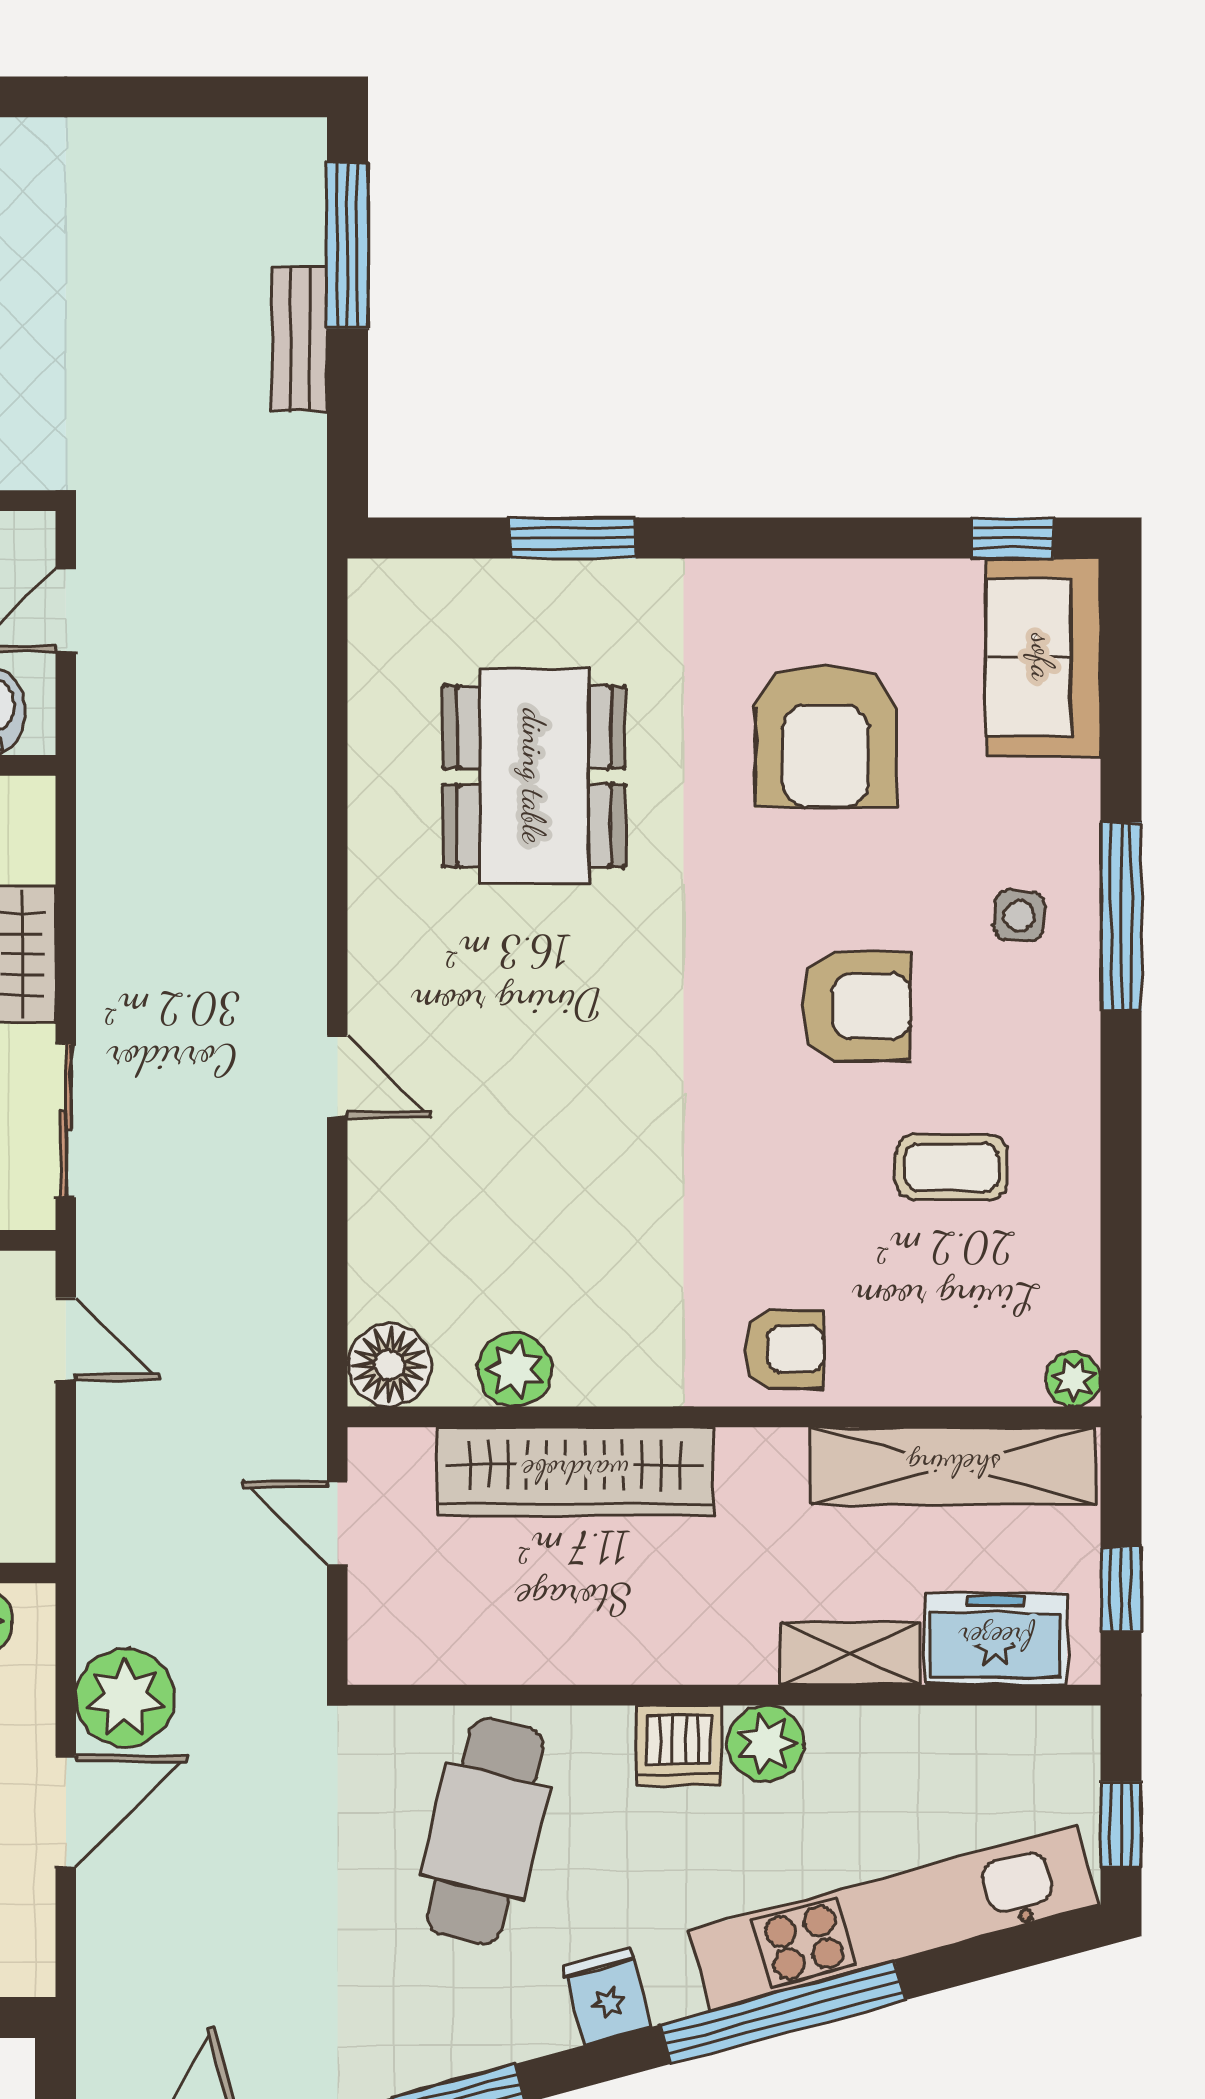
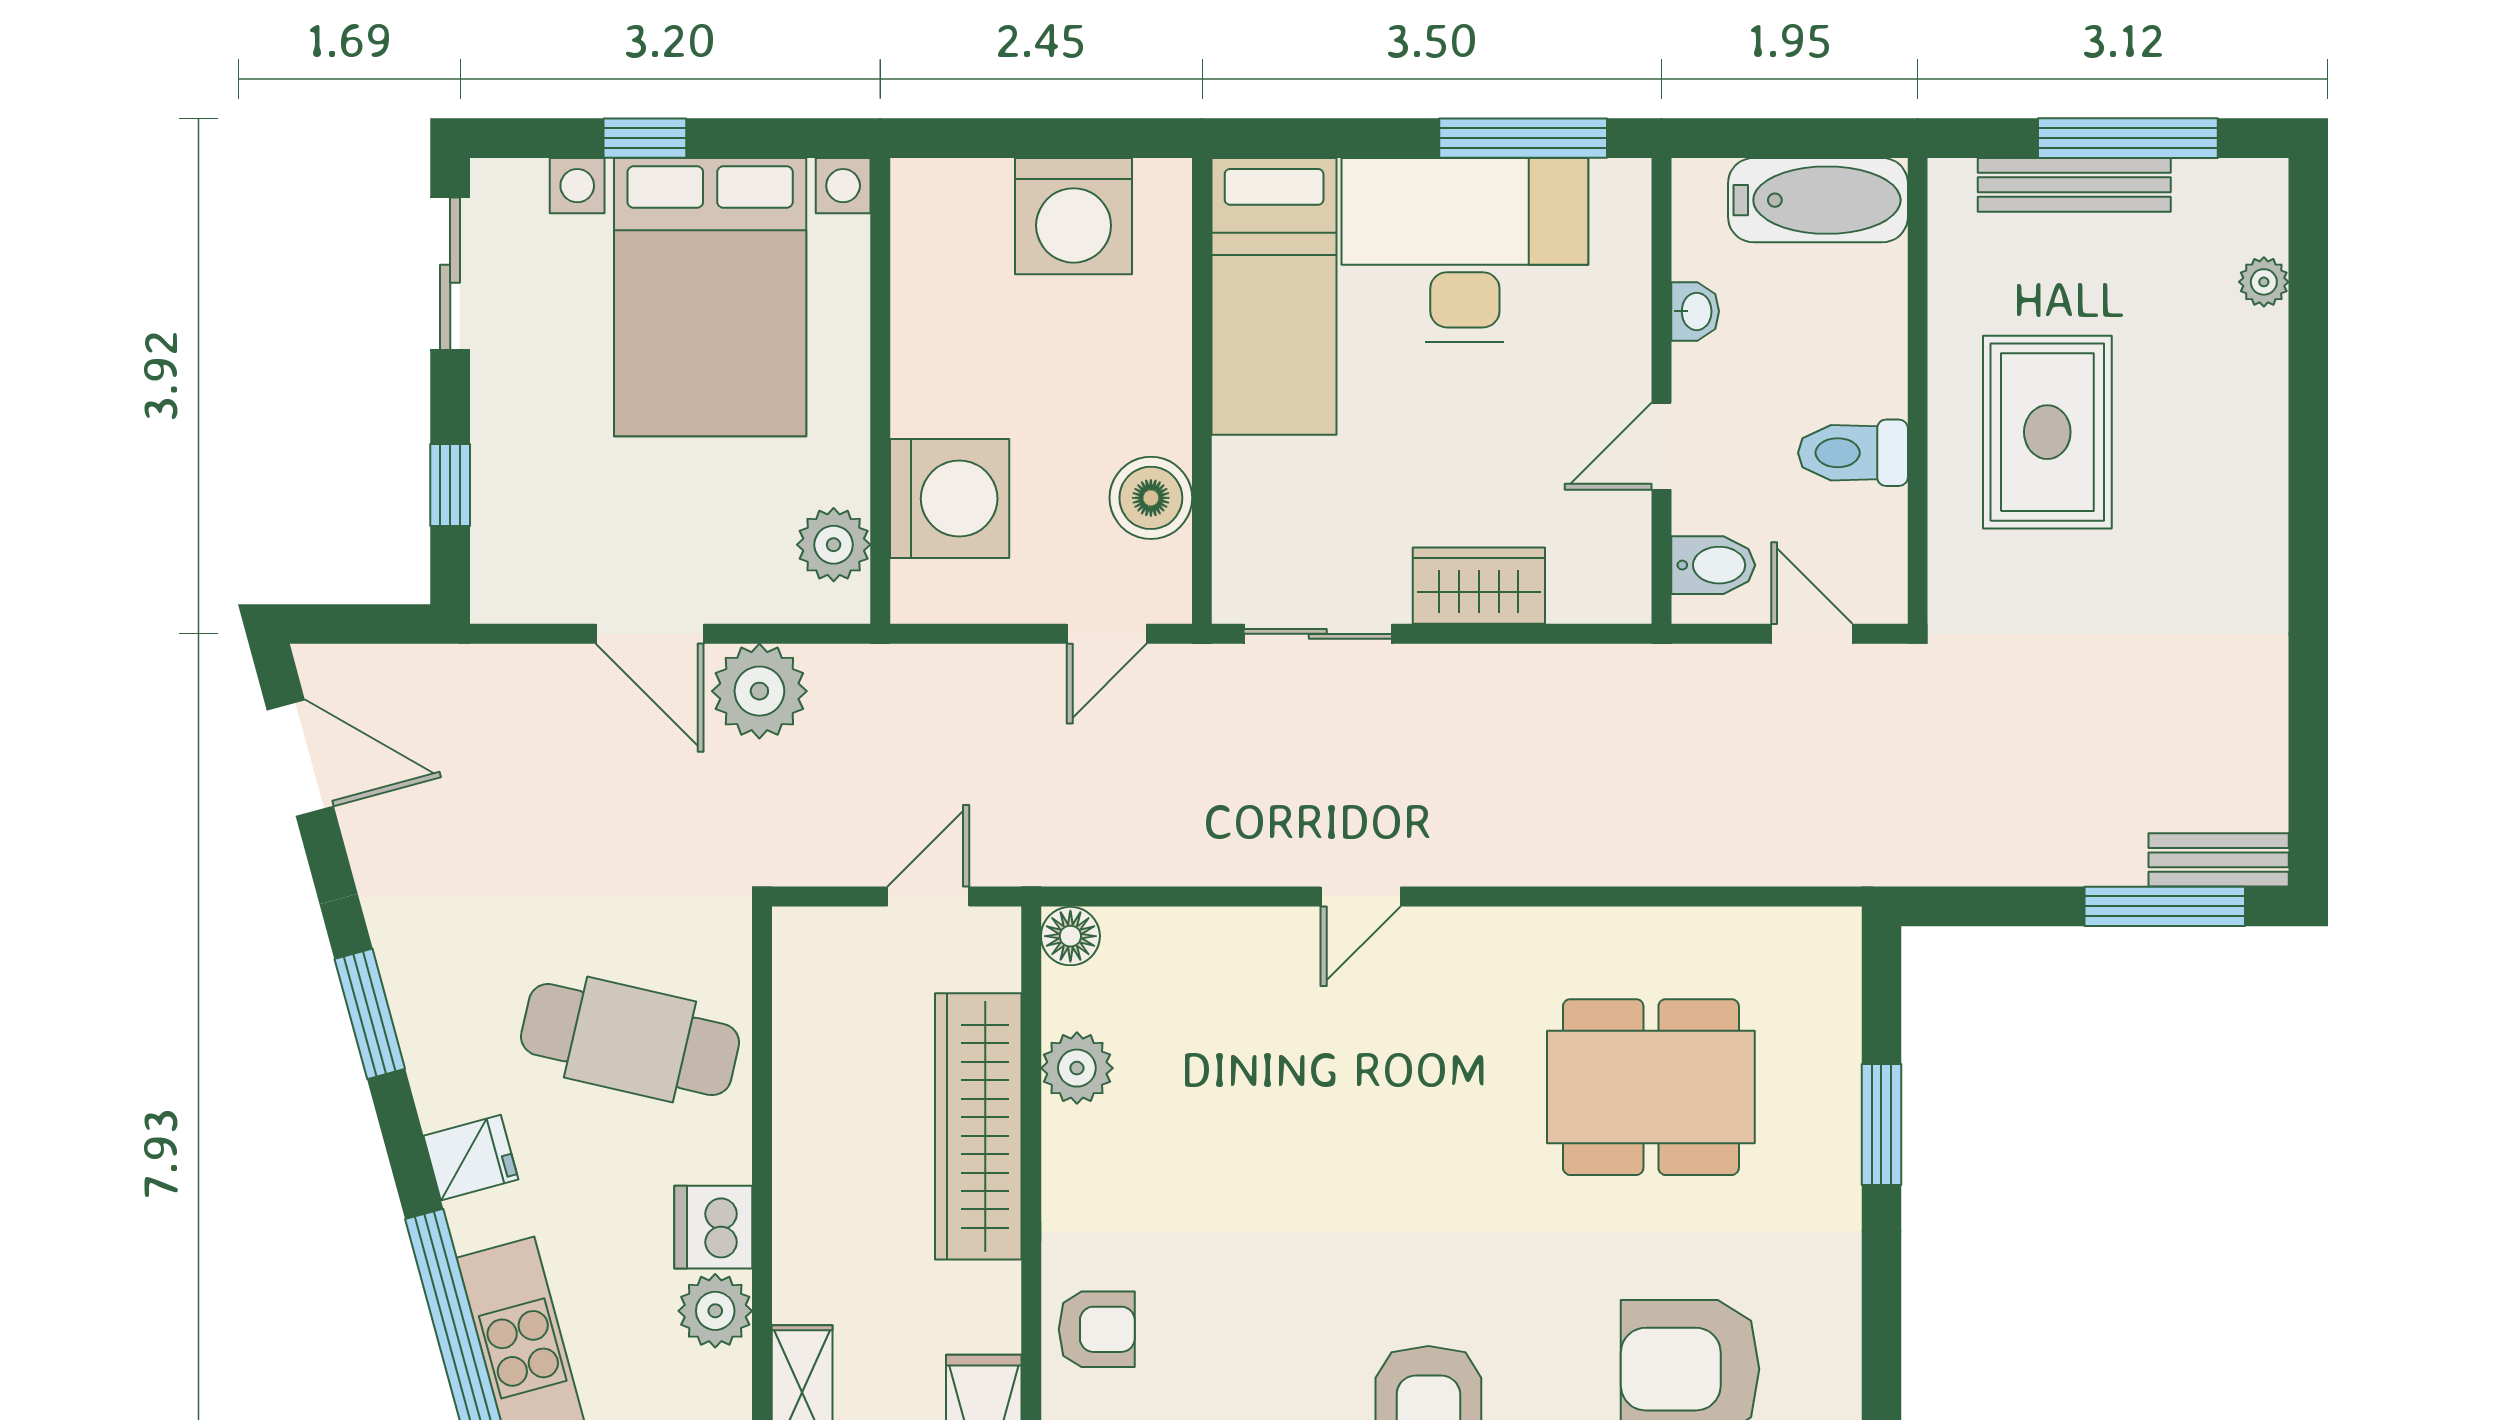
bench: (299, 339) -> (2219, 860), moved
armchair: (785, 1349) -> (1097, 1329), turned -90
floor lamp: (390, 1365) -> (1070, 936), width x0.73, depth x0.73

